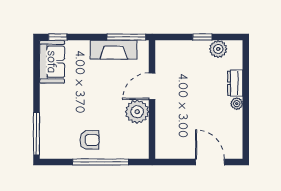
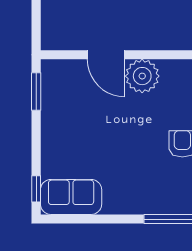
window: (126, 37) -> (36, 92), width x0.69
fireplace: (114, 50) -> (54, 109), removed

